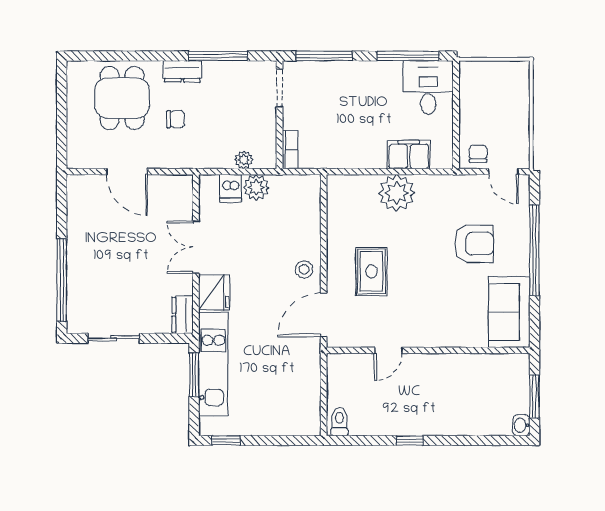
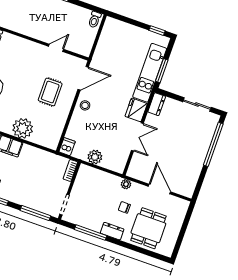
plant: (244, 160) -> (126, 184), moved
dishwasher: (230, 188) -> (67, 147), moved

